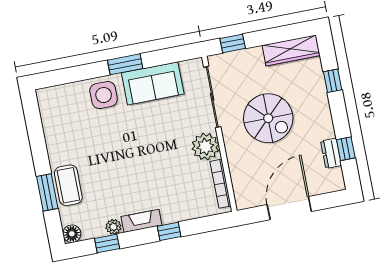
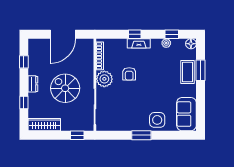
sofa: (153, 83) -> (186, 114), moved, turned -90
dresser: (331, 153) -> (33, 84), moved
armchair: (166, 163) -> (129, 74), added
fireplace: (141, 221) -> (139, 43), moved

